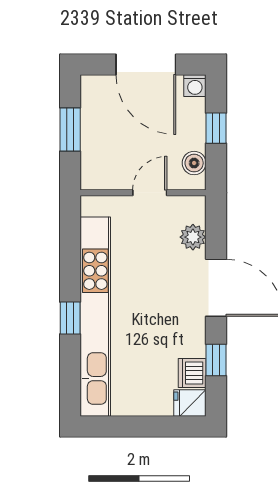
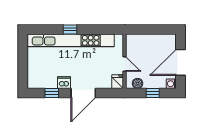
window: (70, 130) -> (152, 29), removed
plant: (193, 237) -> (105, 83), removed
dishwasher: (192, 373) -> (64, 83), moved
fridge: (190, 403) -> (118, 82), moved

